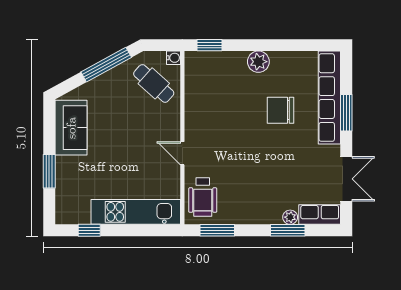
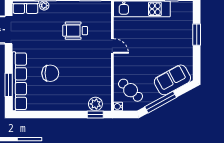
plant: (258, 62) -> (95, 104), moved
window: (346, 113) -> (9, 85), moved
sofa: (71, 128) -> (172, 80), moved, turned 61
wheelchair: (203, 197) -> (75, 31), moved, turned -90

